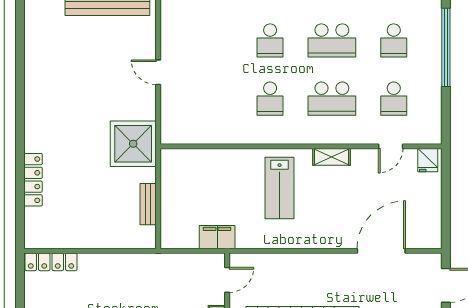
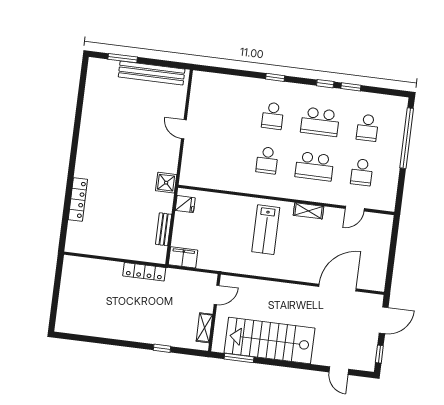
shower: (133, 144) -> (166, 183), width x0.54, depth x0.54
fridge: (428, 160) -> (185, 204), moved, turned -90
filing cabinet: (217, 237) -> (183, 257), moved
locker: (51, 262) -> (144, 272), moved

